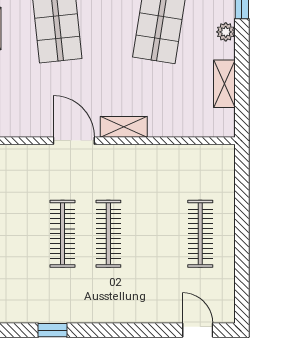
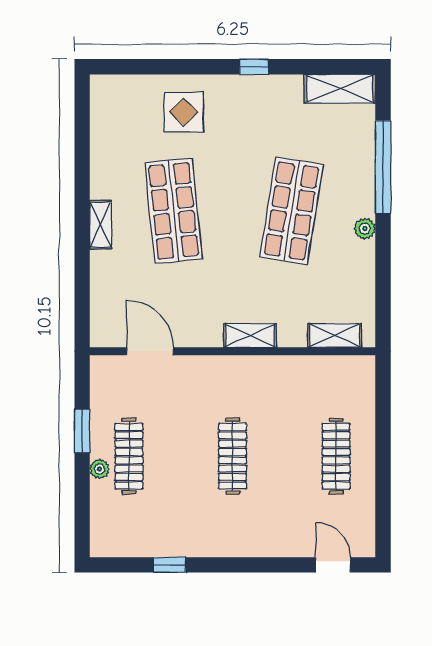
shelving: (224, 84) -> (335, 335), moved, turned 90
door: (74, 141) -> (150, 351), moved
clothes rail: (62, 234) -> (129, 456), moved

